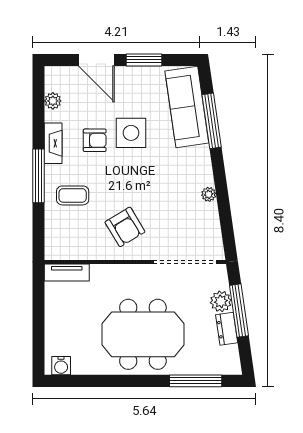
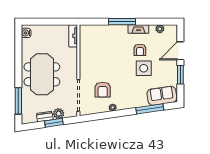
sofa: (187, 107) -> (162, 96), width x0.73
coffee table: (73, 195) -> (112, 39), removed
armchair: (125, 227) -> (103, 90), moved, turned -59
window: (239, 311) -> (54, 123), width x0.69

